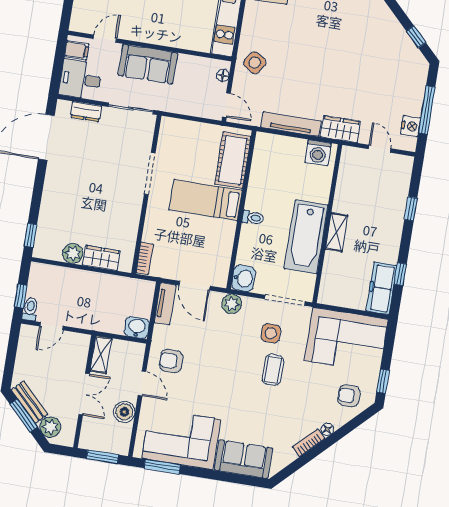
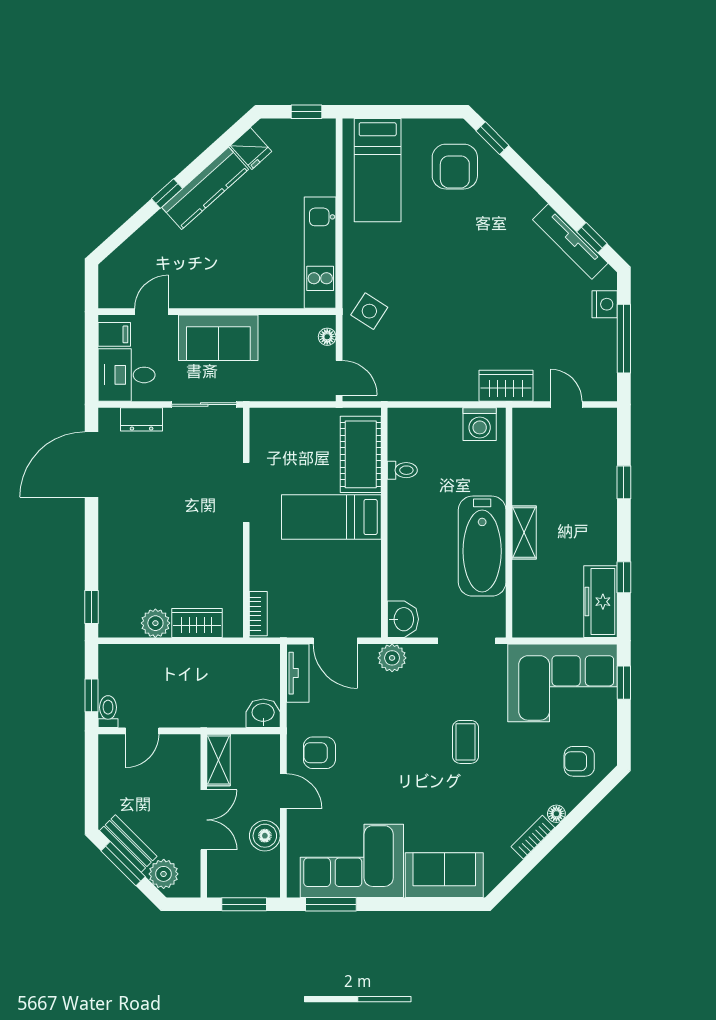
tv unit: (291, 124) -> (570, 241), moved, turned -135
nightstand: (411, 126) -> (605, 304), moved
toilet: (253, 218) -> (402, 470), moved
side table: (271, 333) -> (454, 691), removed
window: (383, 381) -> (624, 683), moved

